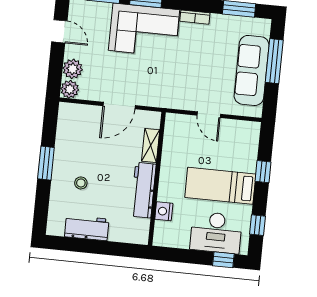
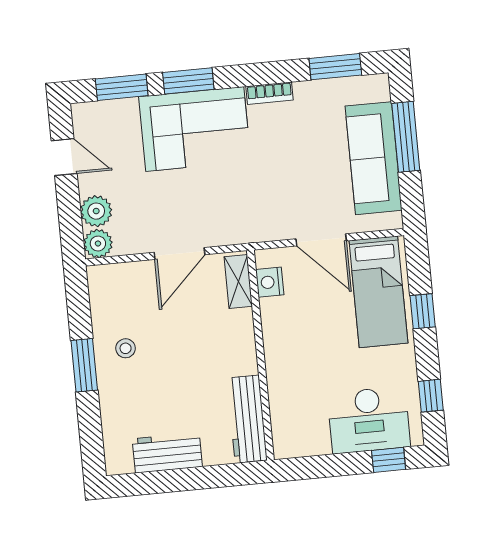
door: (209, 115) -> (321, 240), width x1.38
shelving: (151, 145) -> (238, 282), moved
stool: (81, 183) -> (126, 348), moved
bed: (220, 186) -> (378, 292), moved, turned -90
workbench: (143, 190) -> (247, 419), moved
nightstand: (164, 211) -> (270, 282), moved

